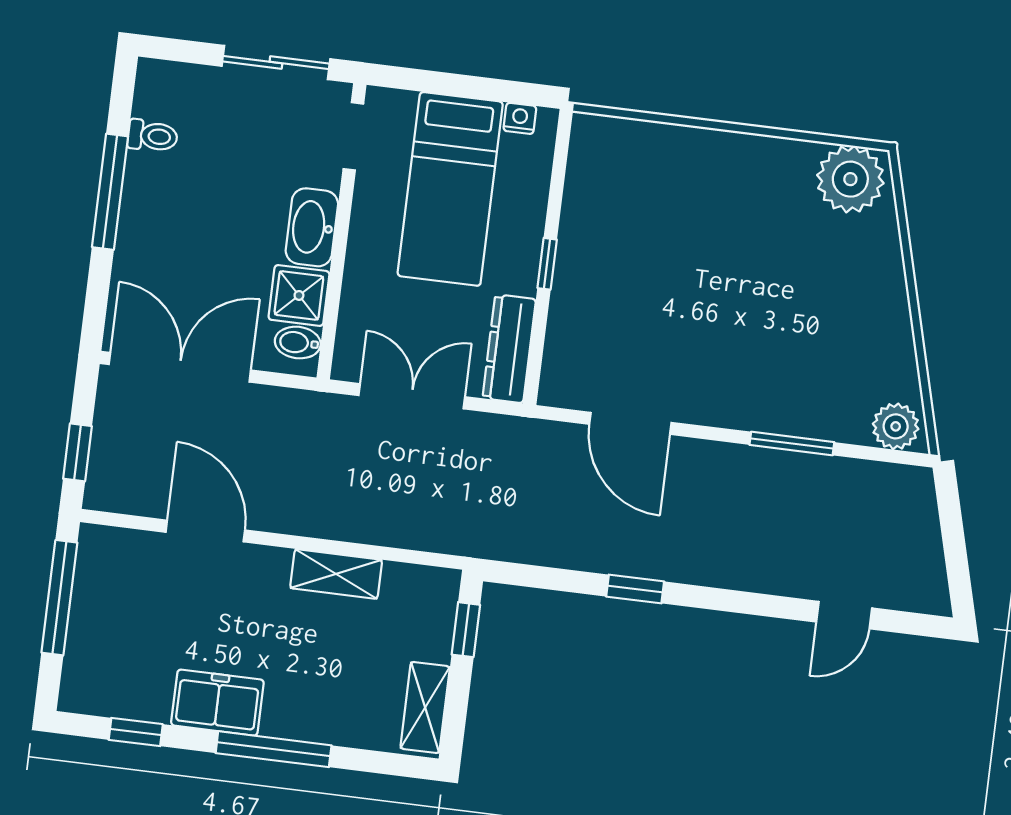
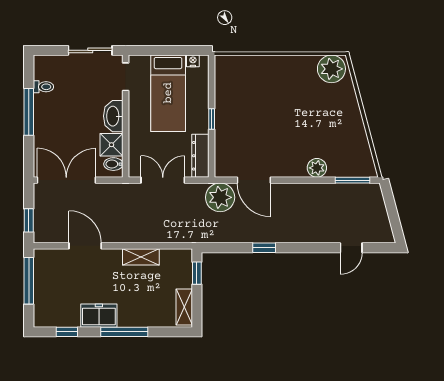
plant: (896, 426) -> (317, 168), moved
window: (792, 443) -> (352, 180), moved
plant: (544, 455) -> (220, 197), added

